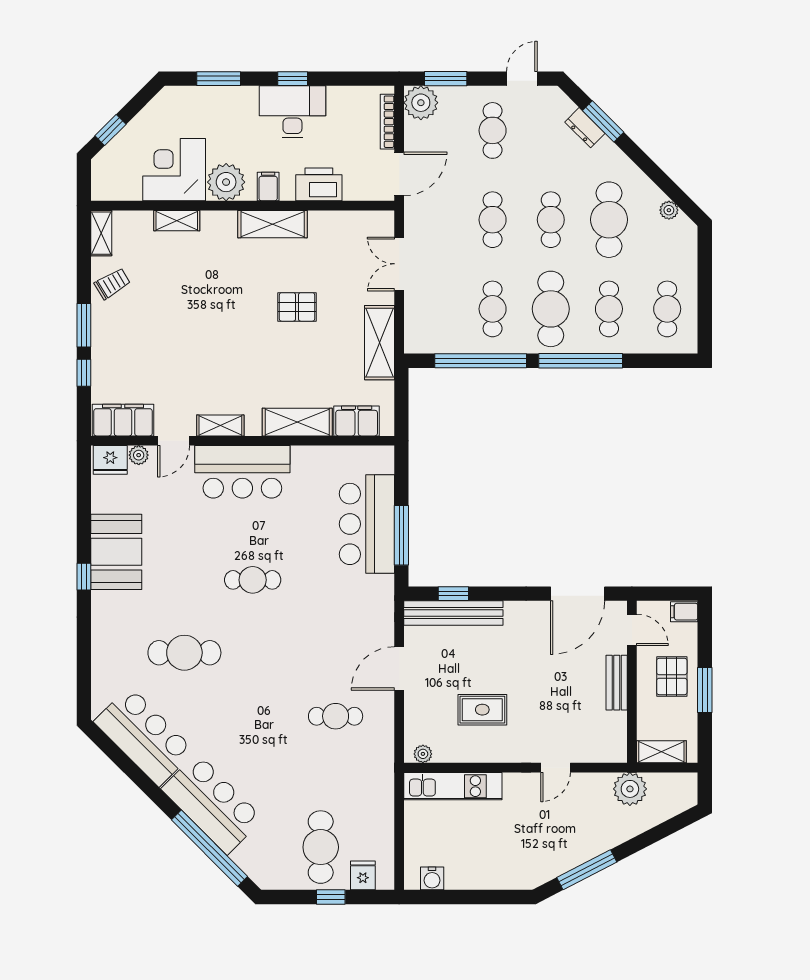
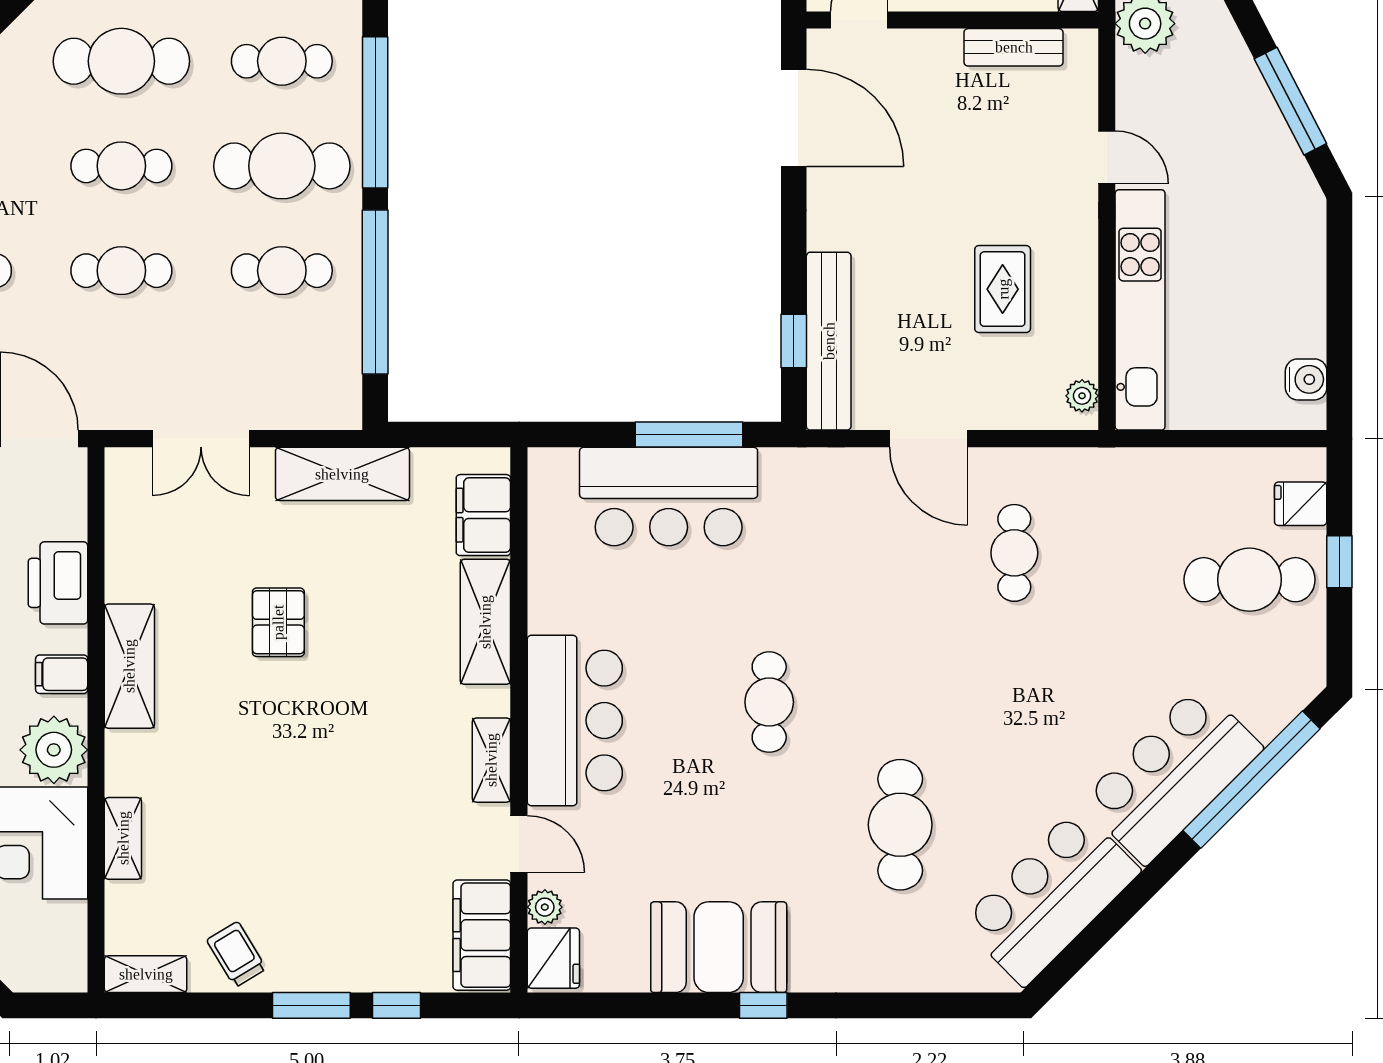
bench: (617, 683) -> (1014, 47), moved
kitchen unit: (453, 786) -> (1140, 310), width x1.36

